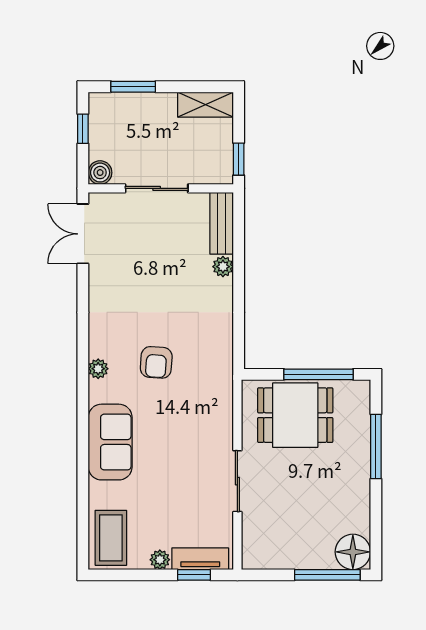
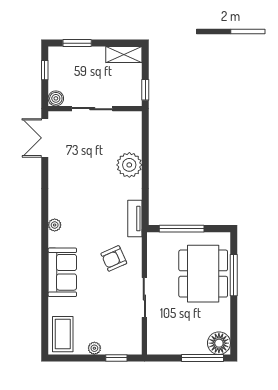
bench: (222, 223) -> (134, 131), removed
plant: (223, 267) -> (129, 165), width x1.88, depth x1.88
armchair: (156, 362) -> (114, 258), moved, turned 62
window: (318, 374) -> (182, 229), moved
dining table: (295, 415) -> (203, 274), moved, width x1.38
tv unit: (200, 559) -> (135, 218), moved, turned -90

